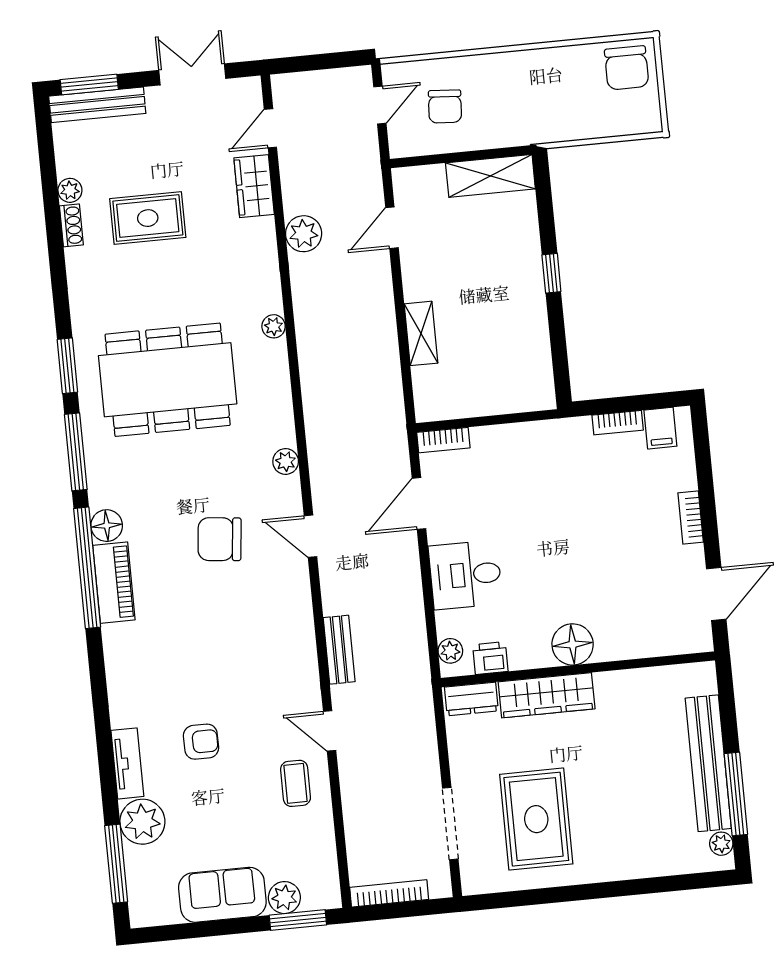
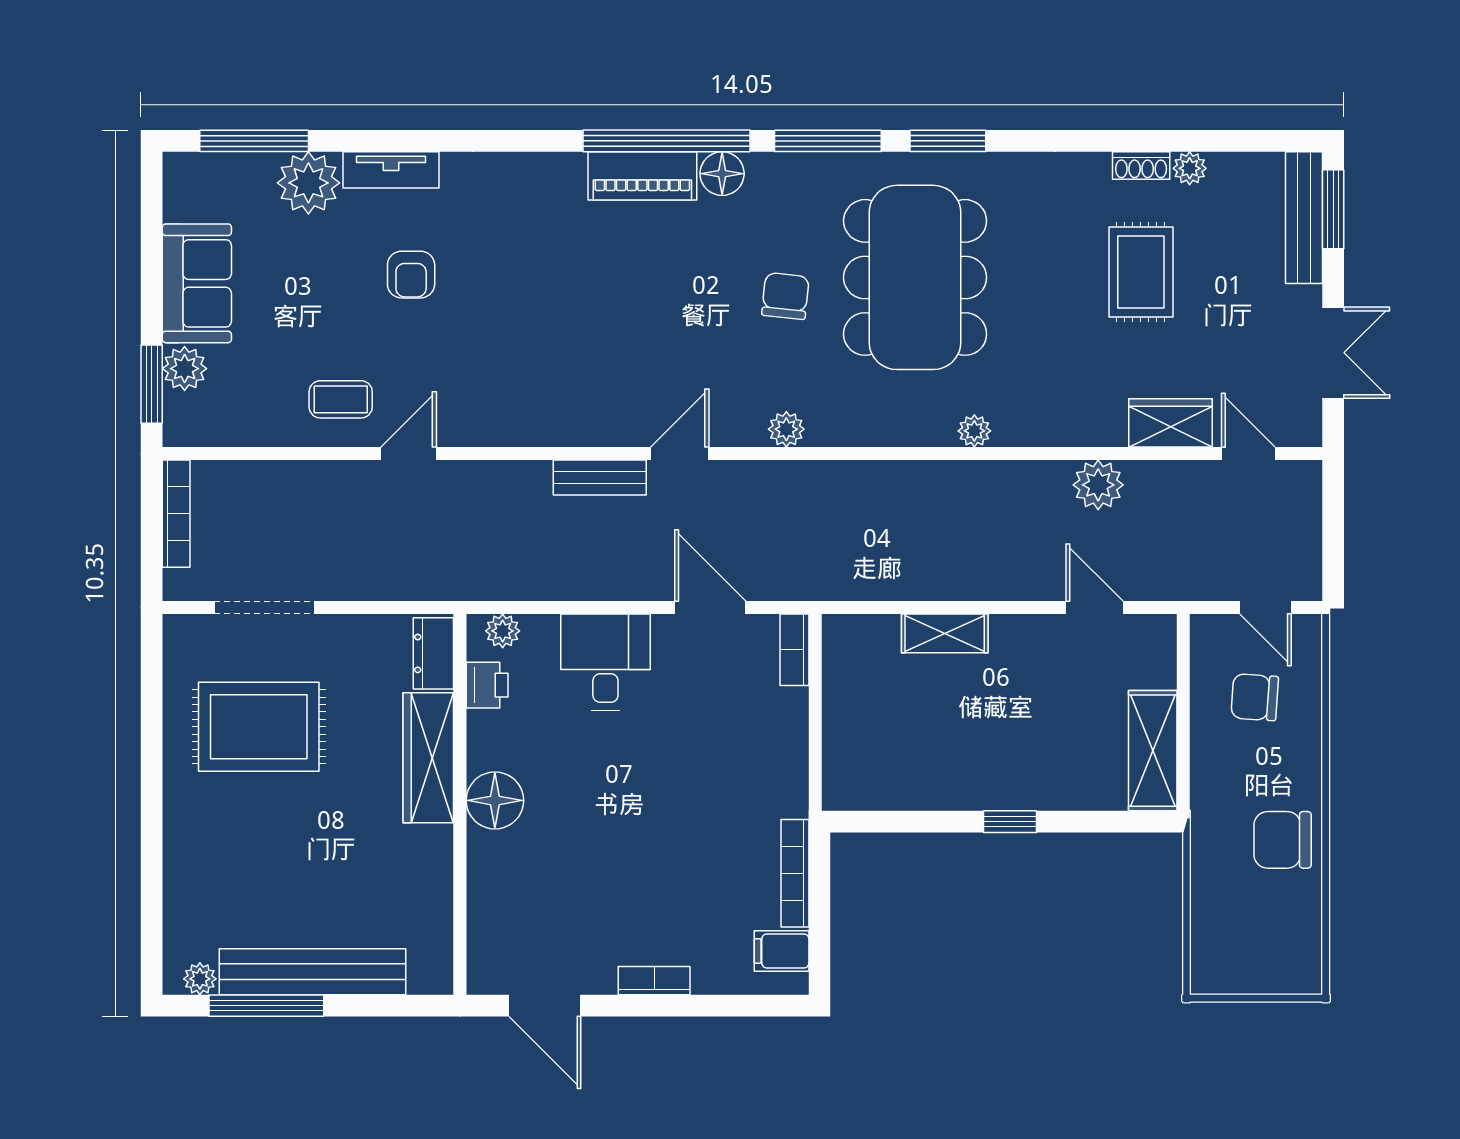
chair: (627, 68) -> (1283, 840), moved
bookcase: (618, 423) -> (795, 873), width x1.56
chair: (220, 539) -> (785, 296), moved, width x0.73, depth x0.73
bench: (339, 650) -> (600, 478), moved

